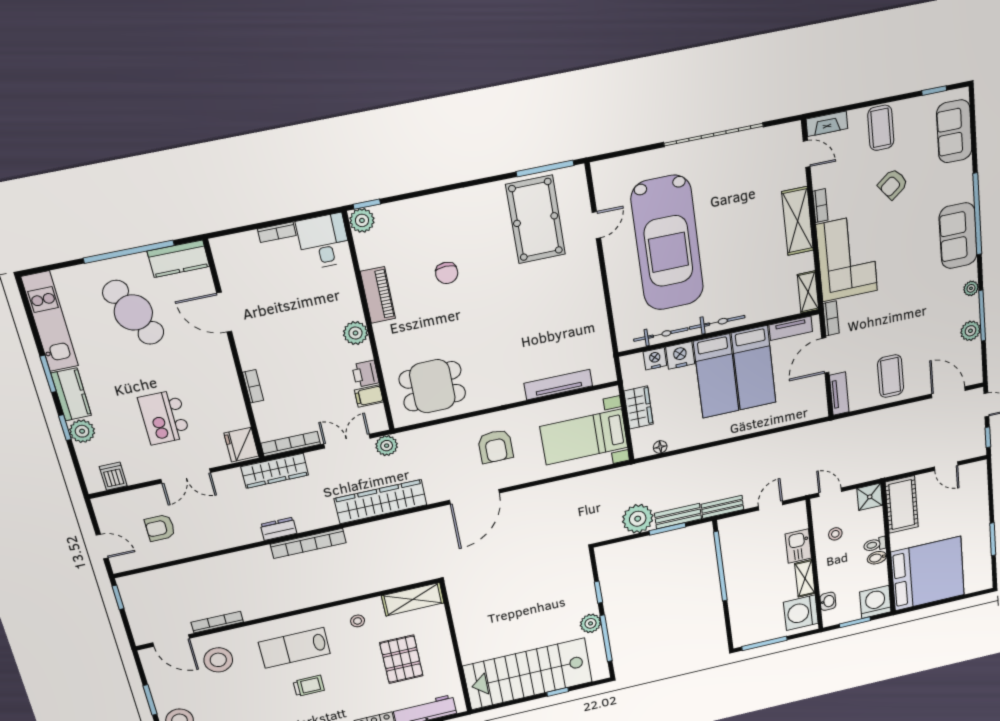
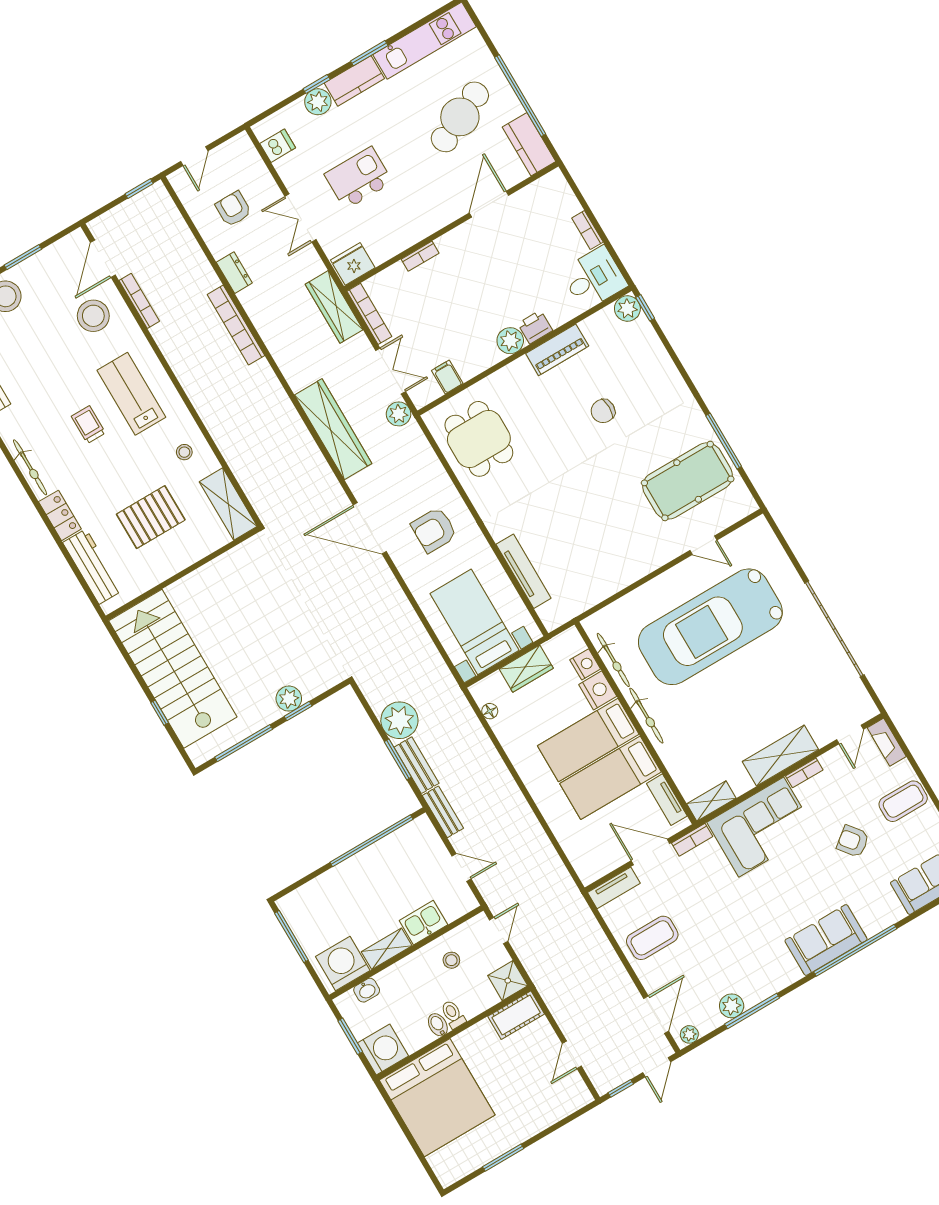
window: (545, 168) -> (724, 441), moved
plant: (971, 288) -> (689, 1034), moved
printer: (365, 374) -> (535, 327), moved
cot: (902, 505) -> (516, 1015), width x0.73, depth x0.75
dresser: (279, 529) -> (234, 273), moved
bookcase: (308, 543) -> (236, 325), moved
plant: (591, 623) -> (289, 699), moved
trolley: (309, 686) -> (88, 425), turned 180

